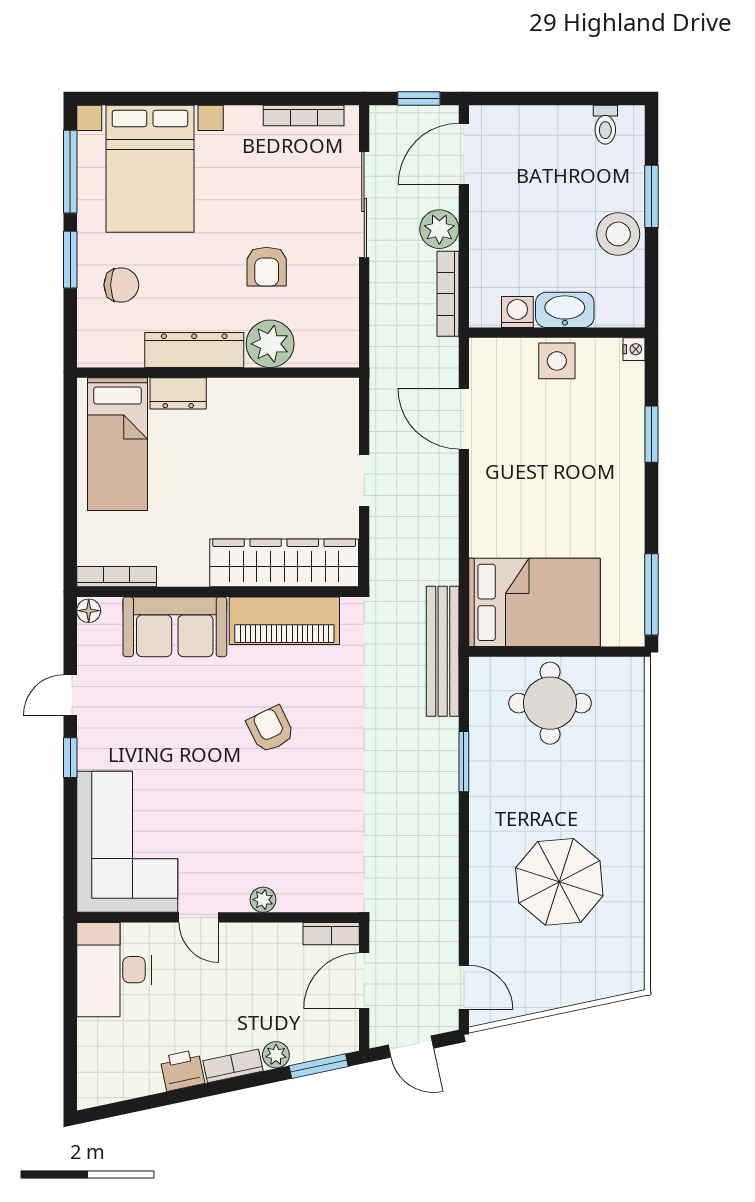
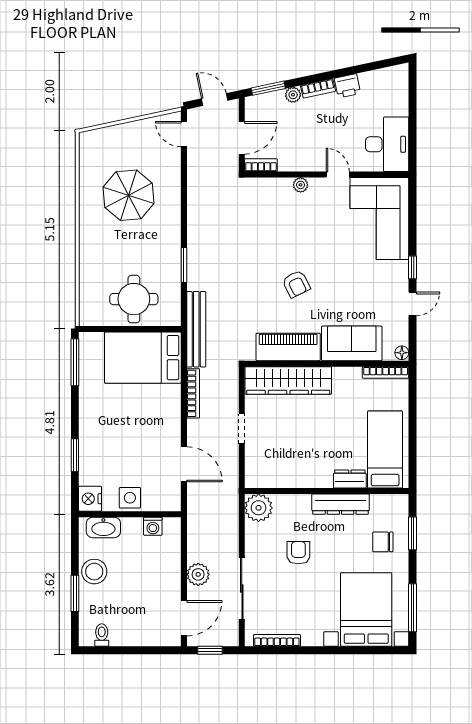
window: (70, 260) -> (413, 533), moved
bookcase: (448, 294) -> (193, 393), moved
washbasin: (565, 310) -> (103, 527), moved
plant: (270, 344) -> (259, 508), moved
nightstand: (634, 349) -> (90, 499), width x1.89, depth x1.79

